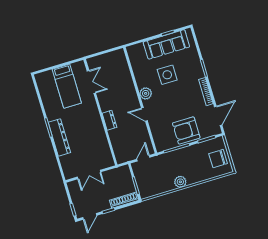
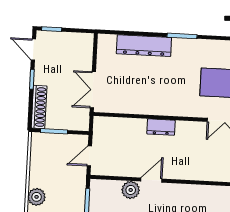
plant: (146, 93) -> (131, 190), moved
dresser: (59, 137) -> (144, 46), moved
door: (143, 158) -> (89, 156), swing flipped
double door: (89, 174) -> (93, 90), moved

